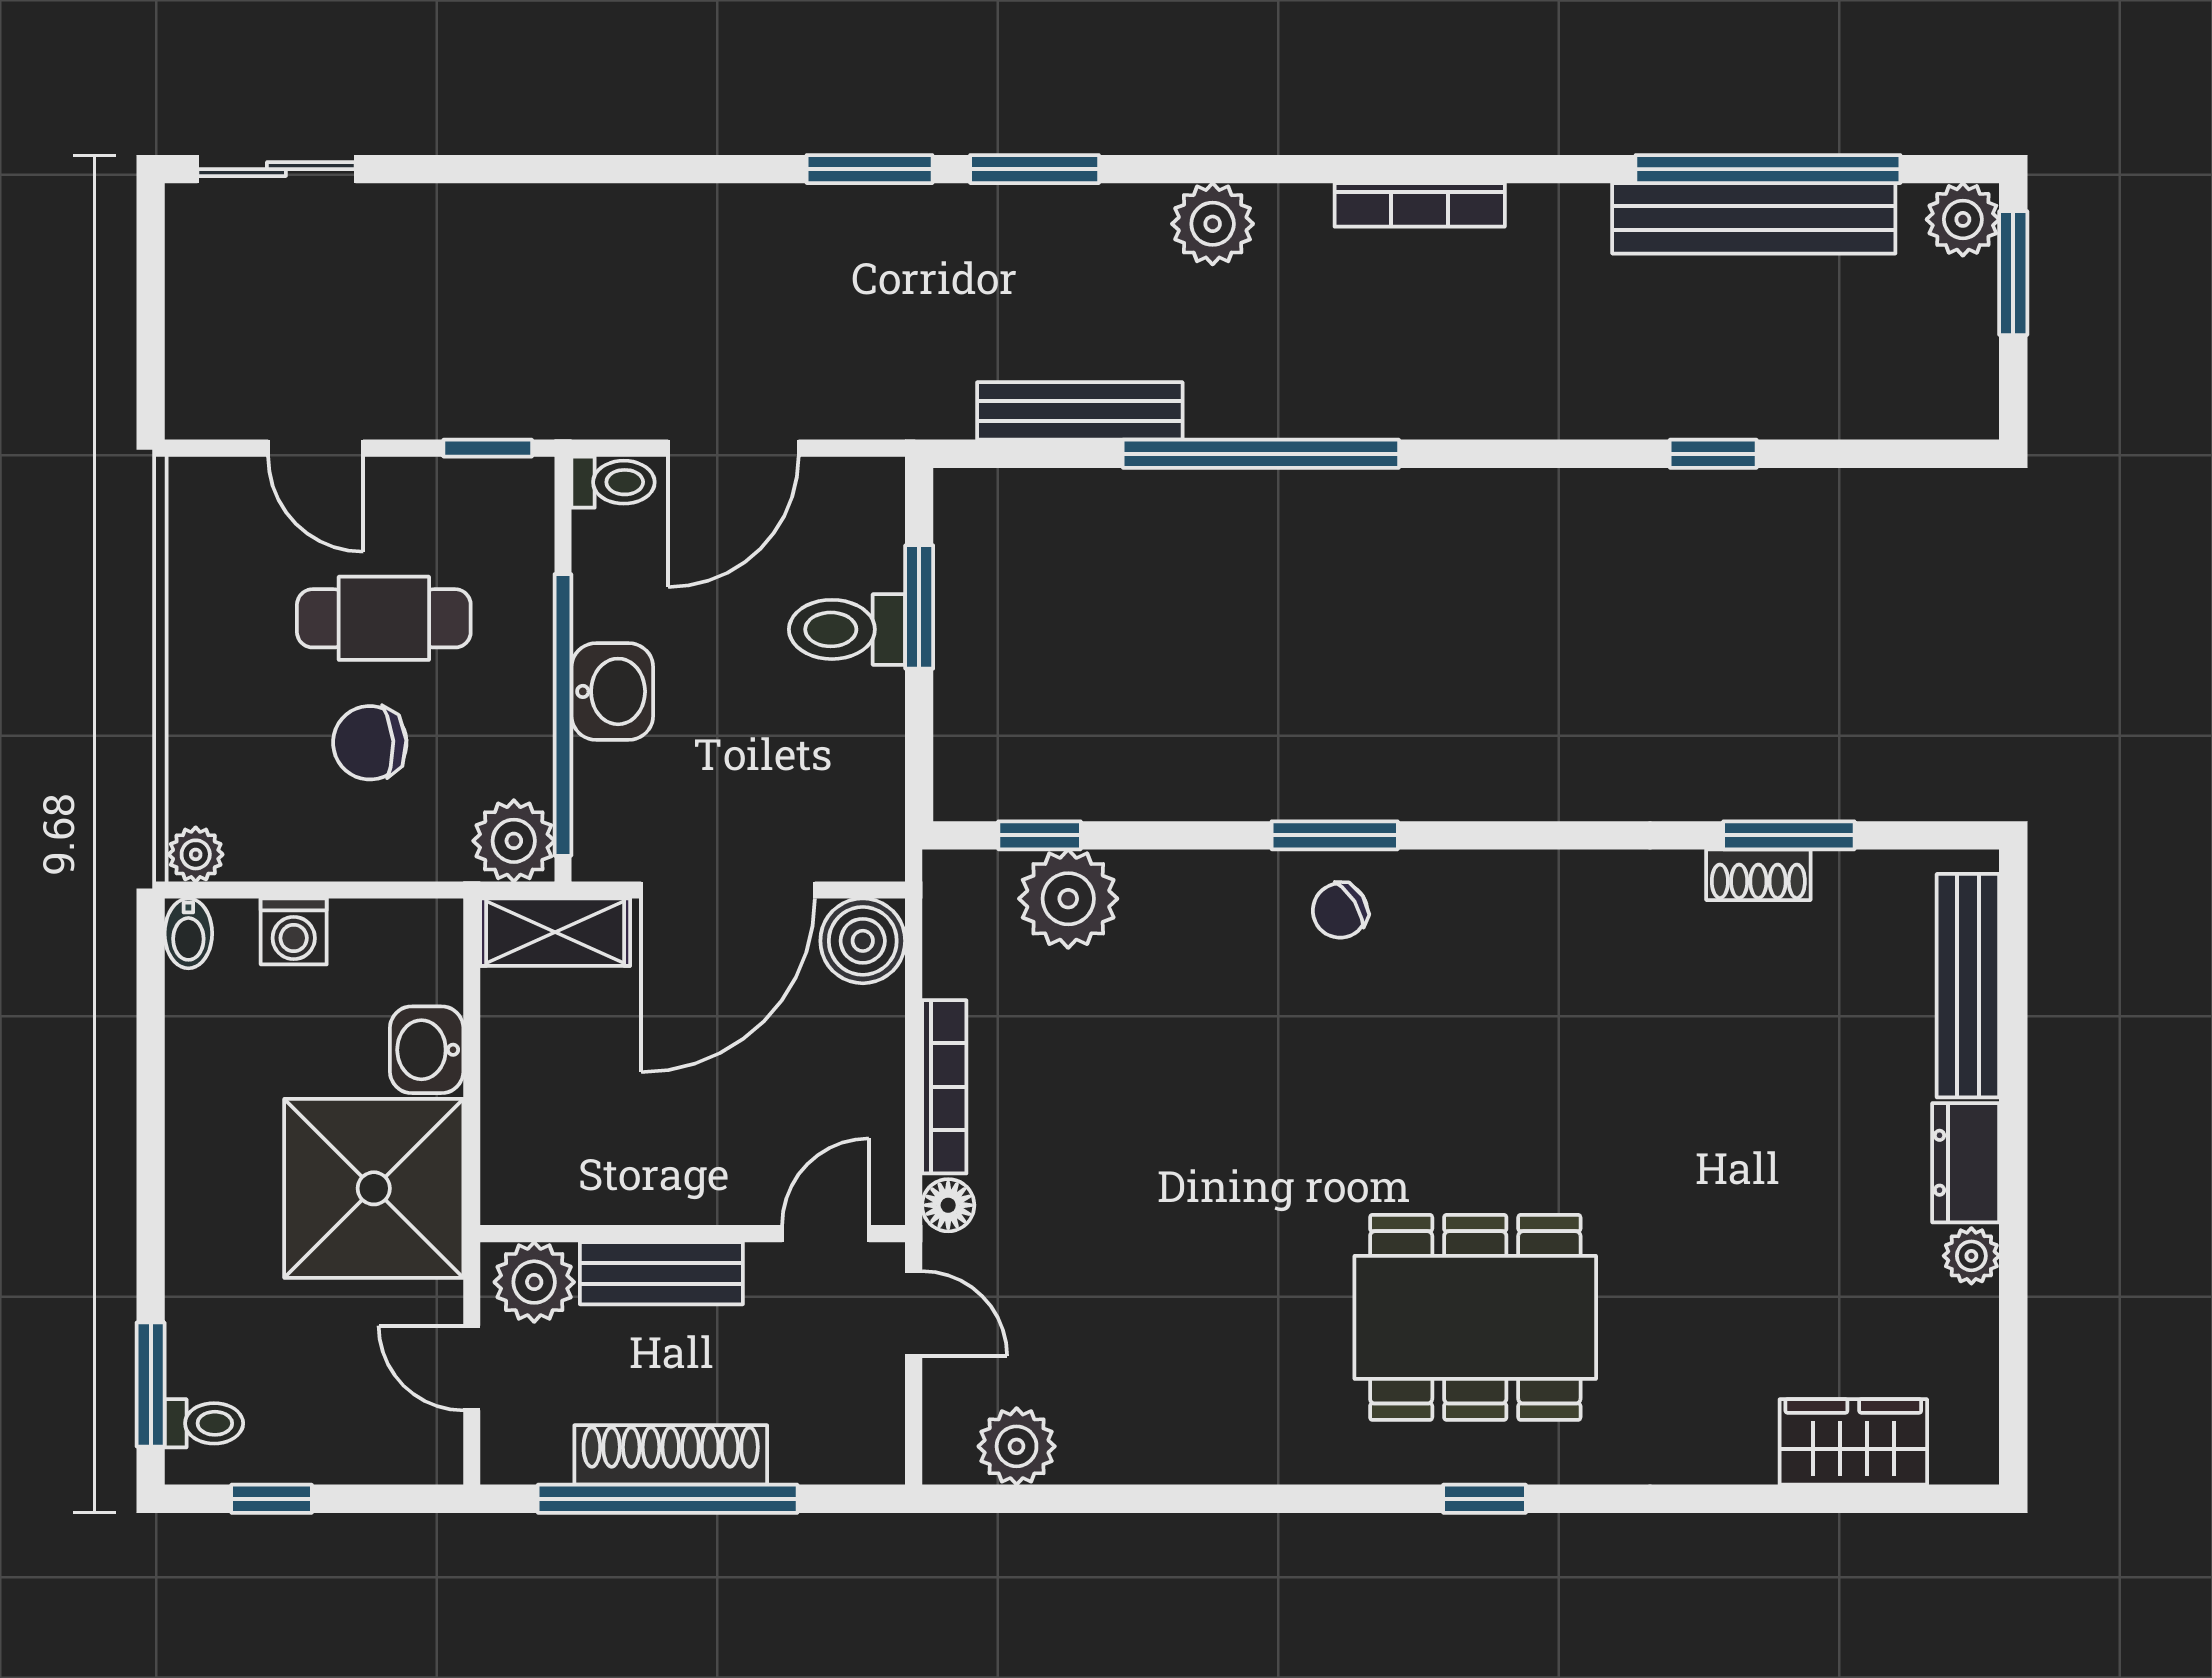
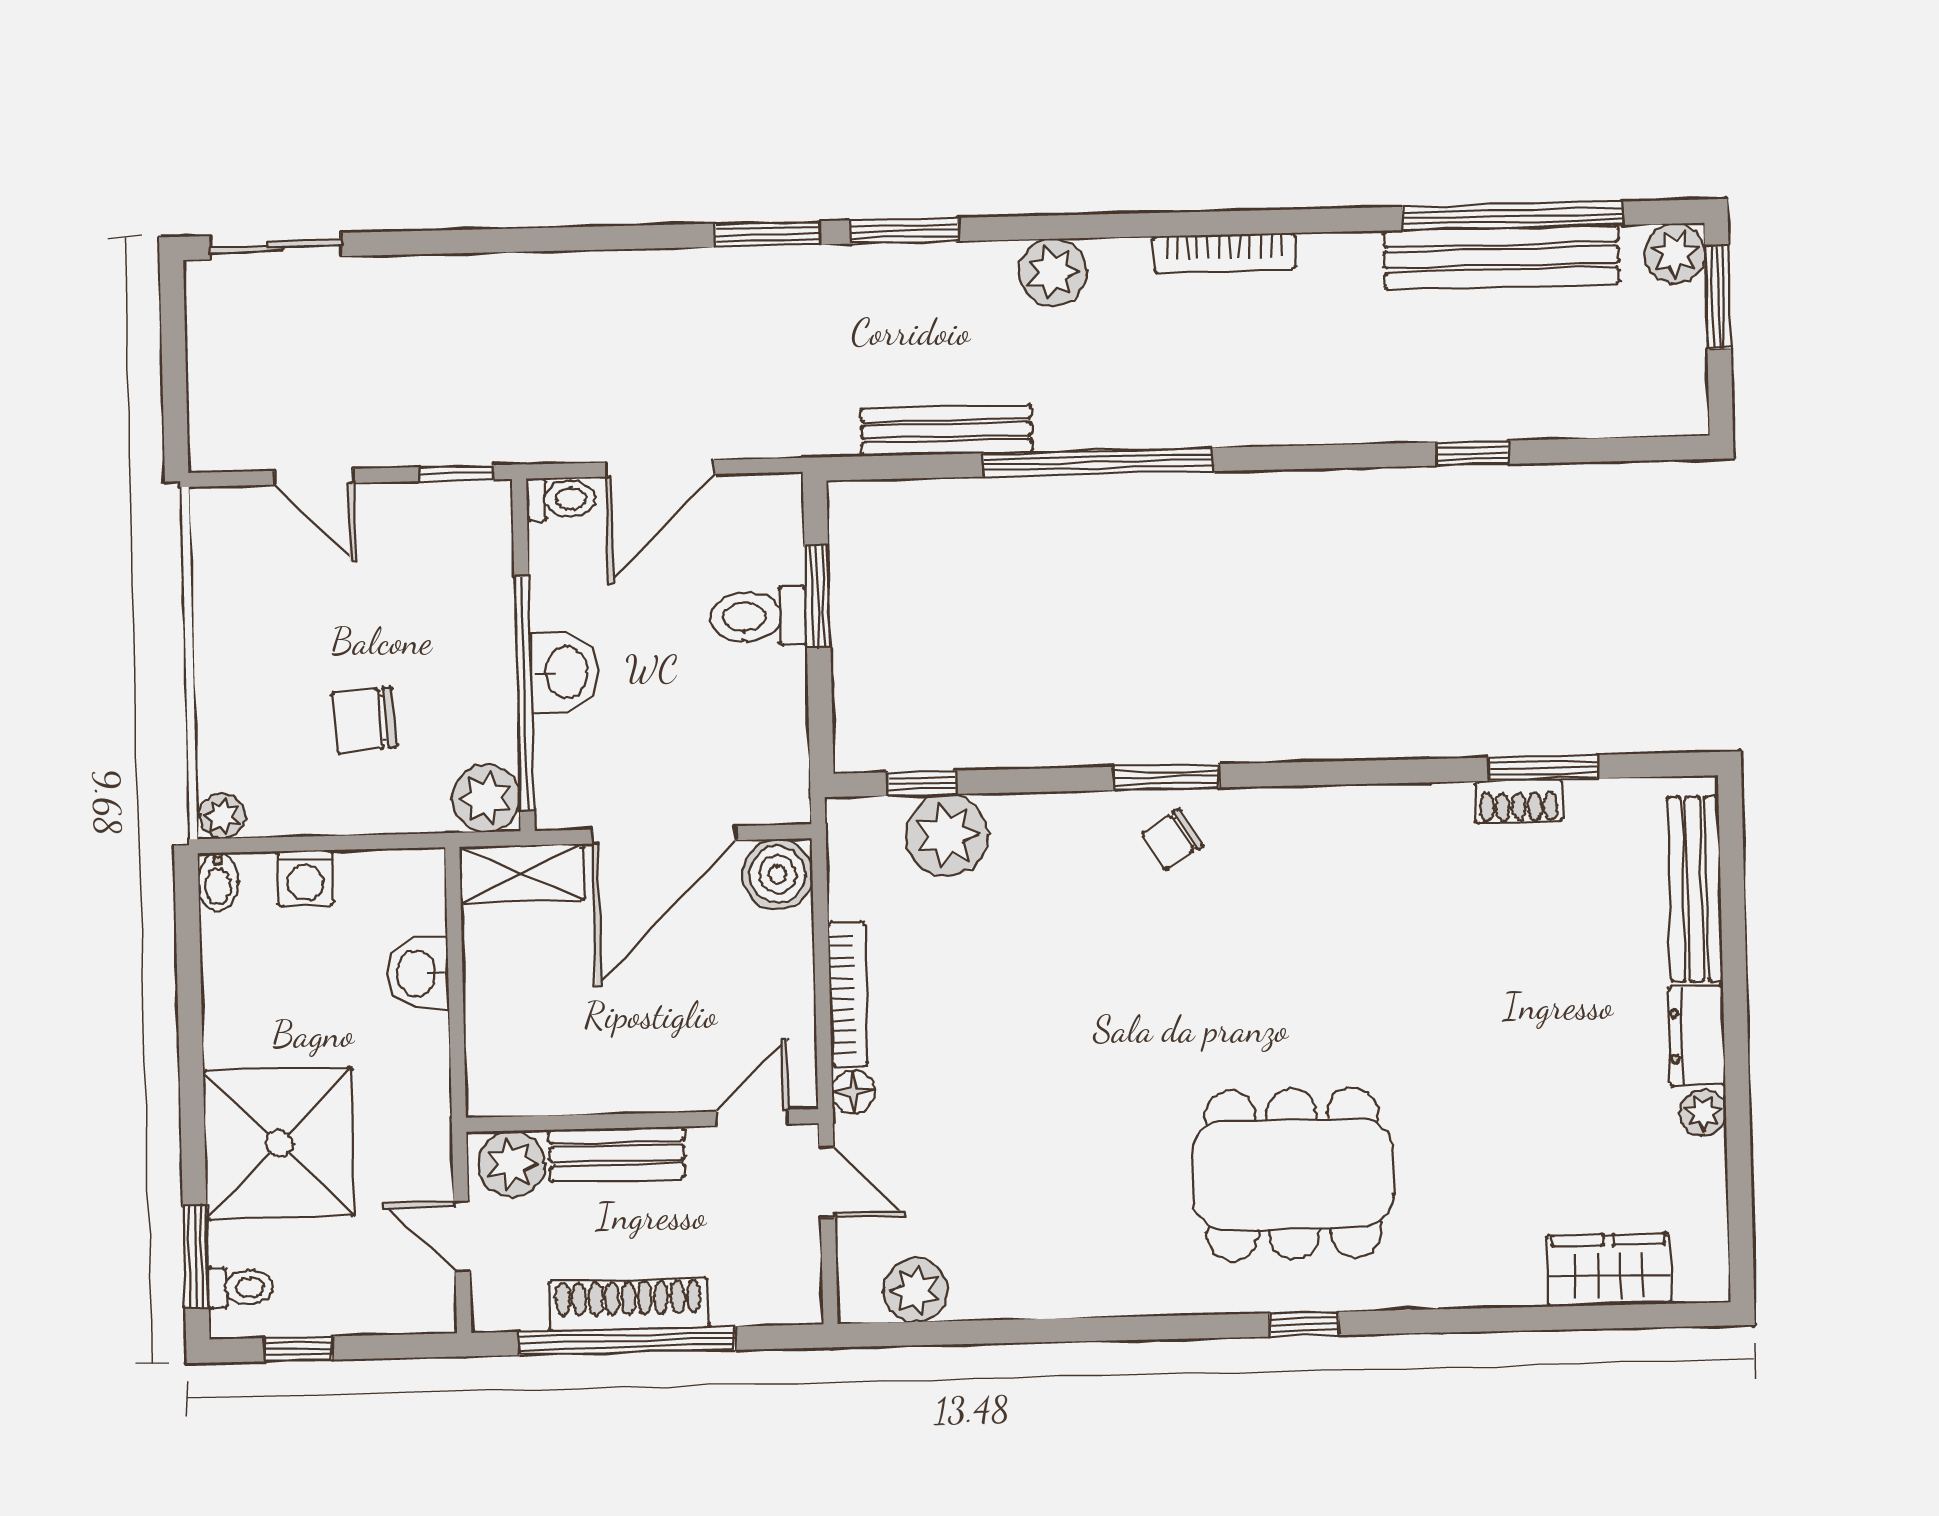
cafe table: (384, 618) -> (374, 617), removed
shower: (374, 1188) -> (279, 1143), moved

